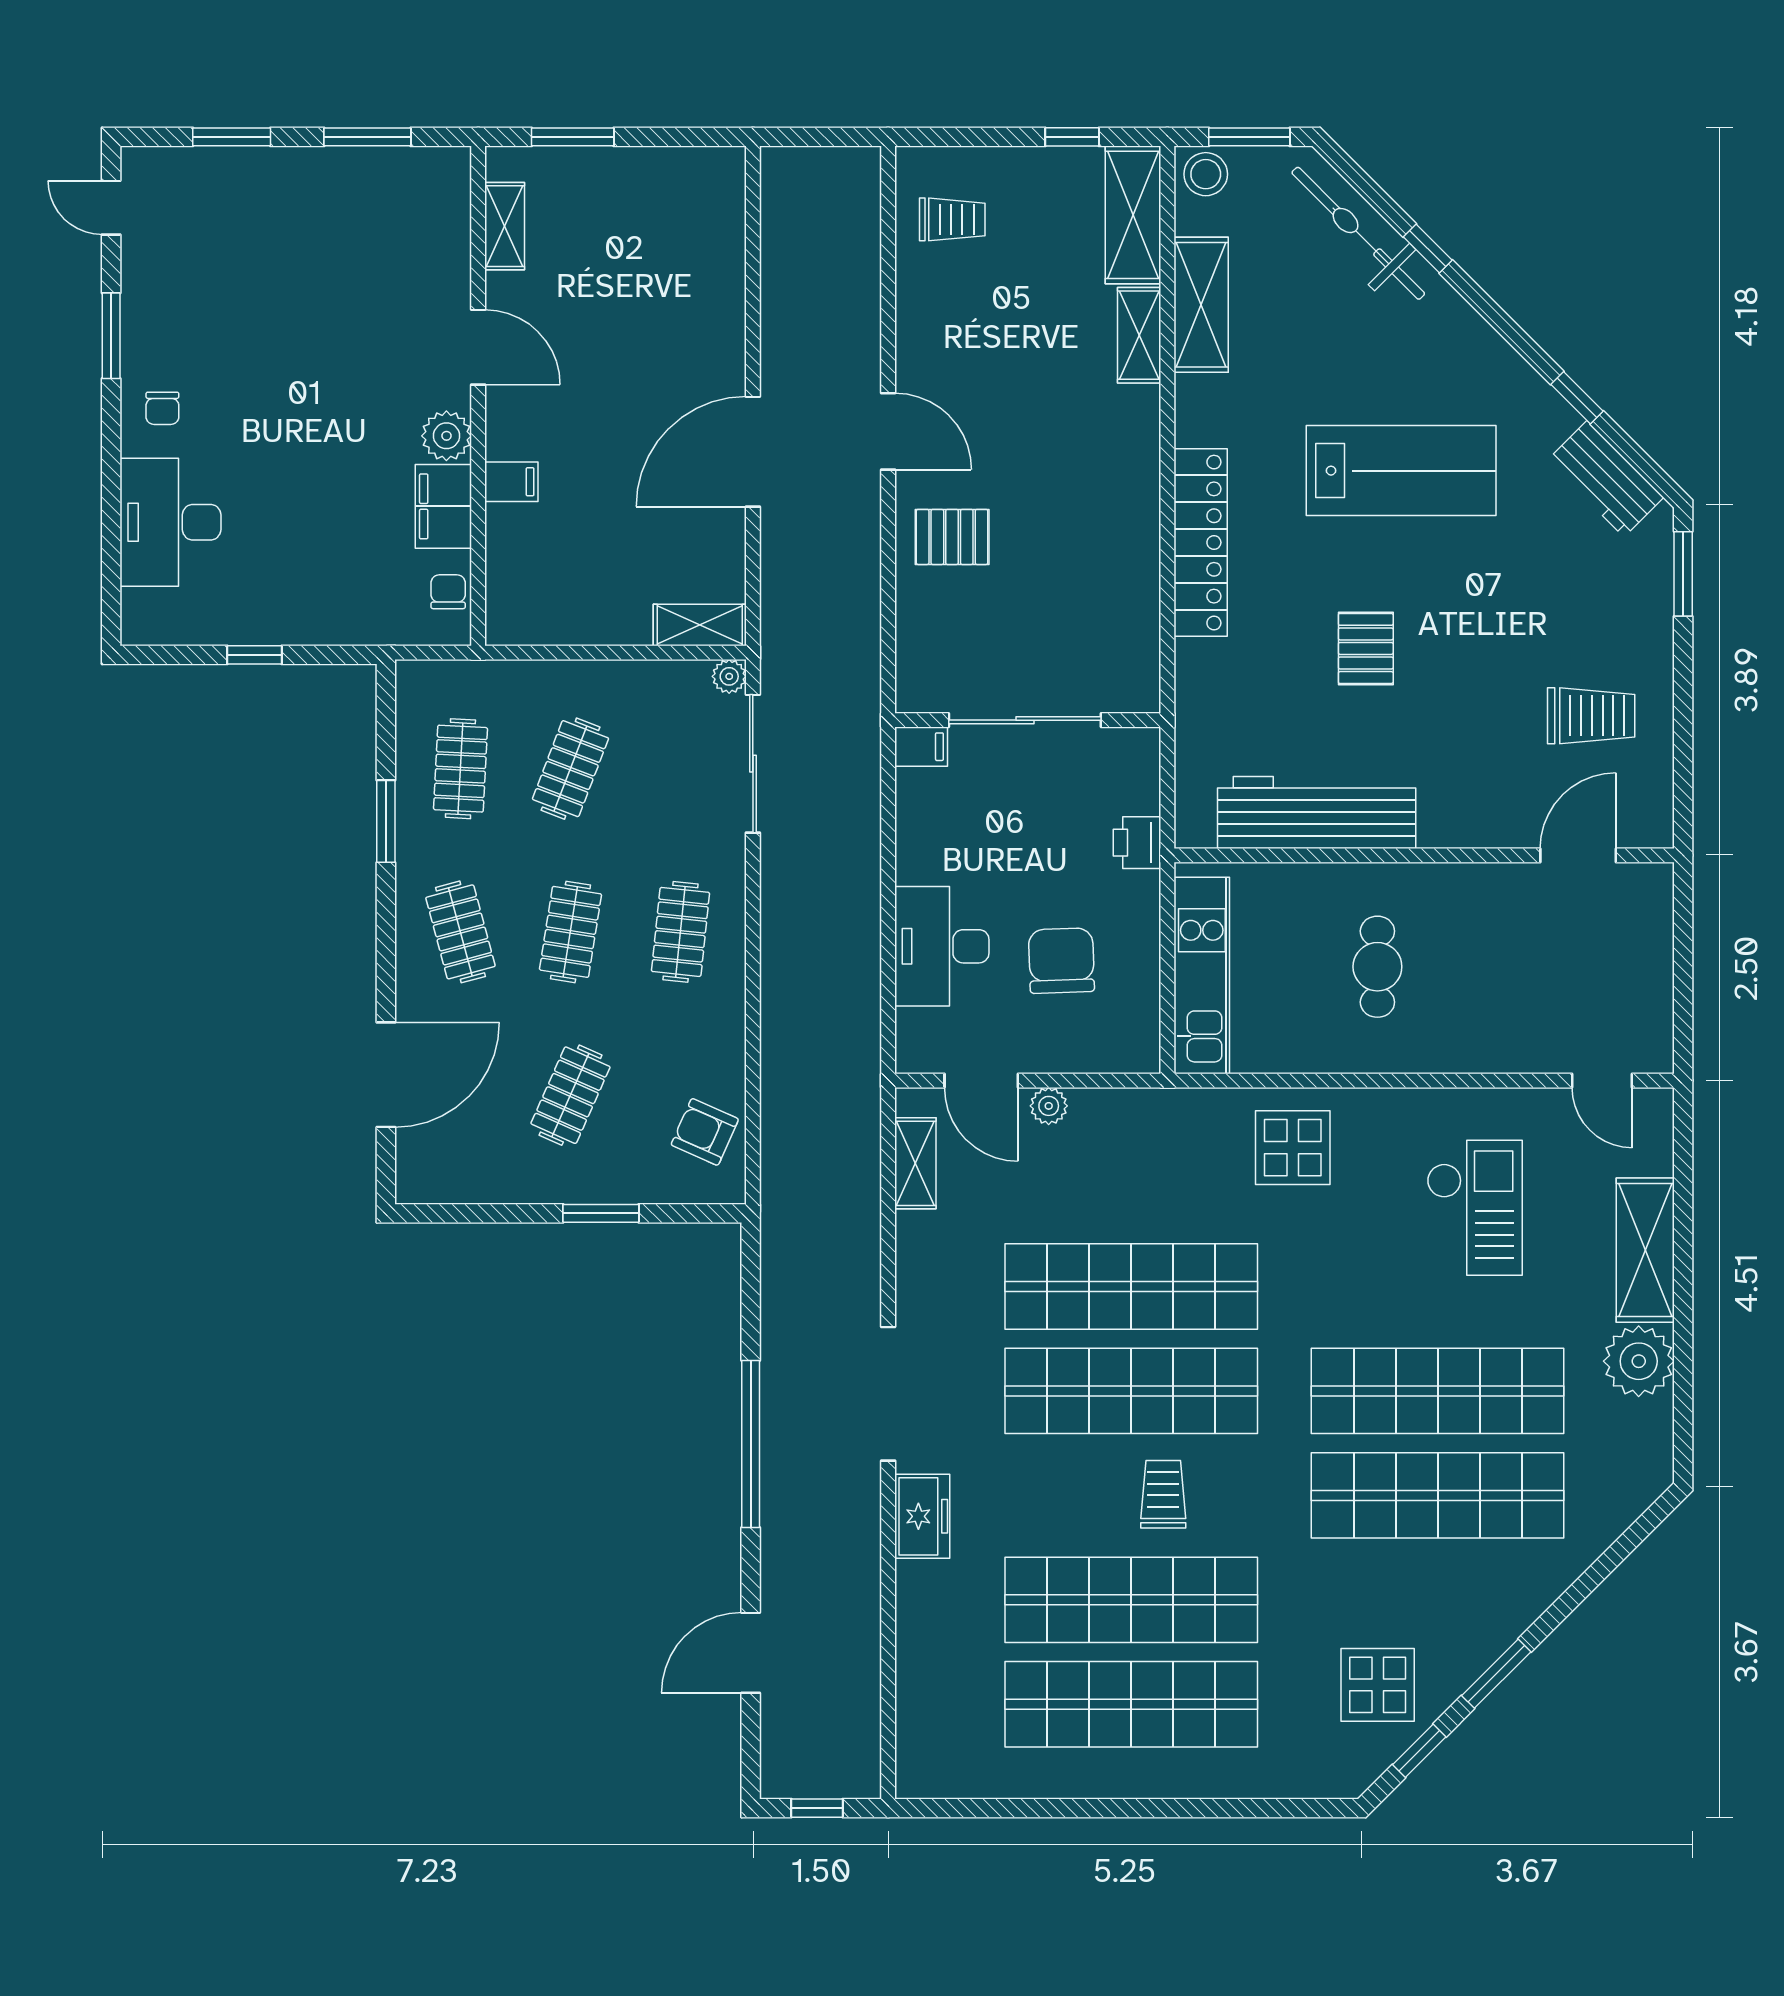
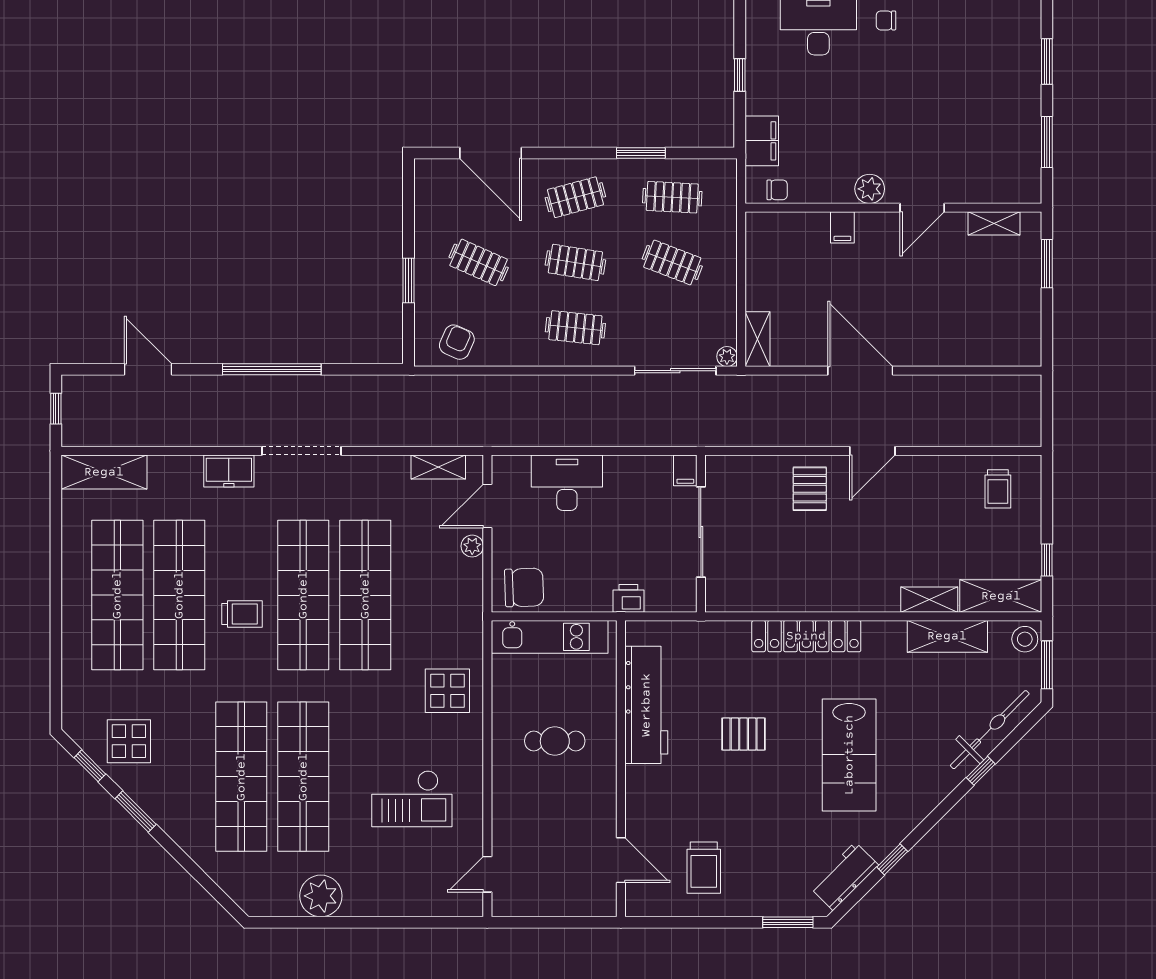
filing cabinet: (443, 506) -> (762, 141), moved, turned 90
chair: (1061, 961) -> (524, 587), moved
shelving: (1645, 1250) -> (104, 472), moved

